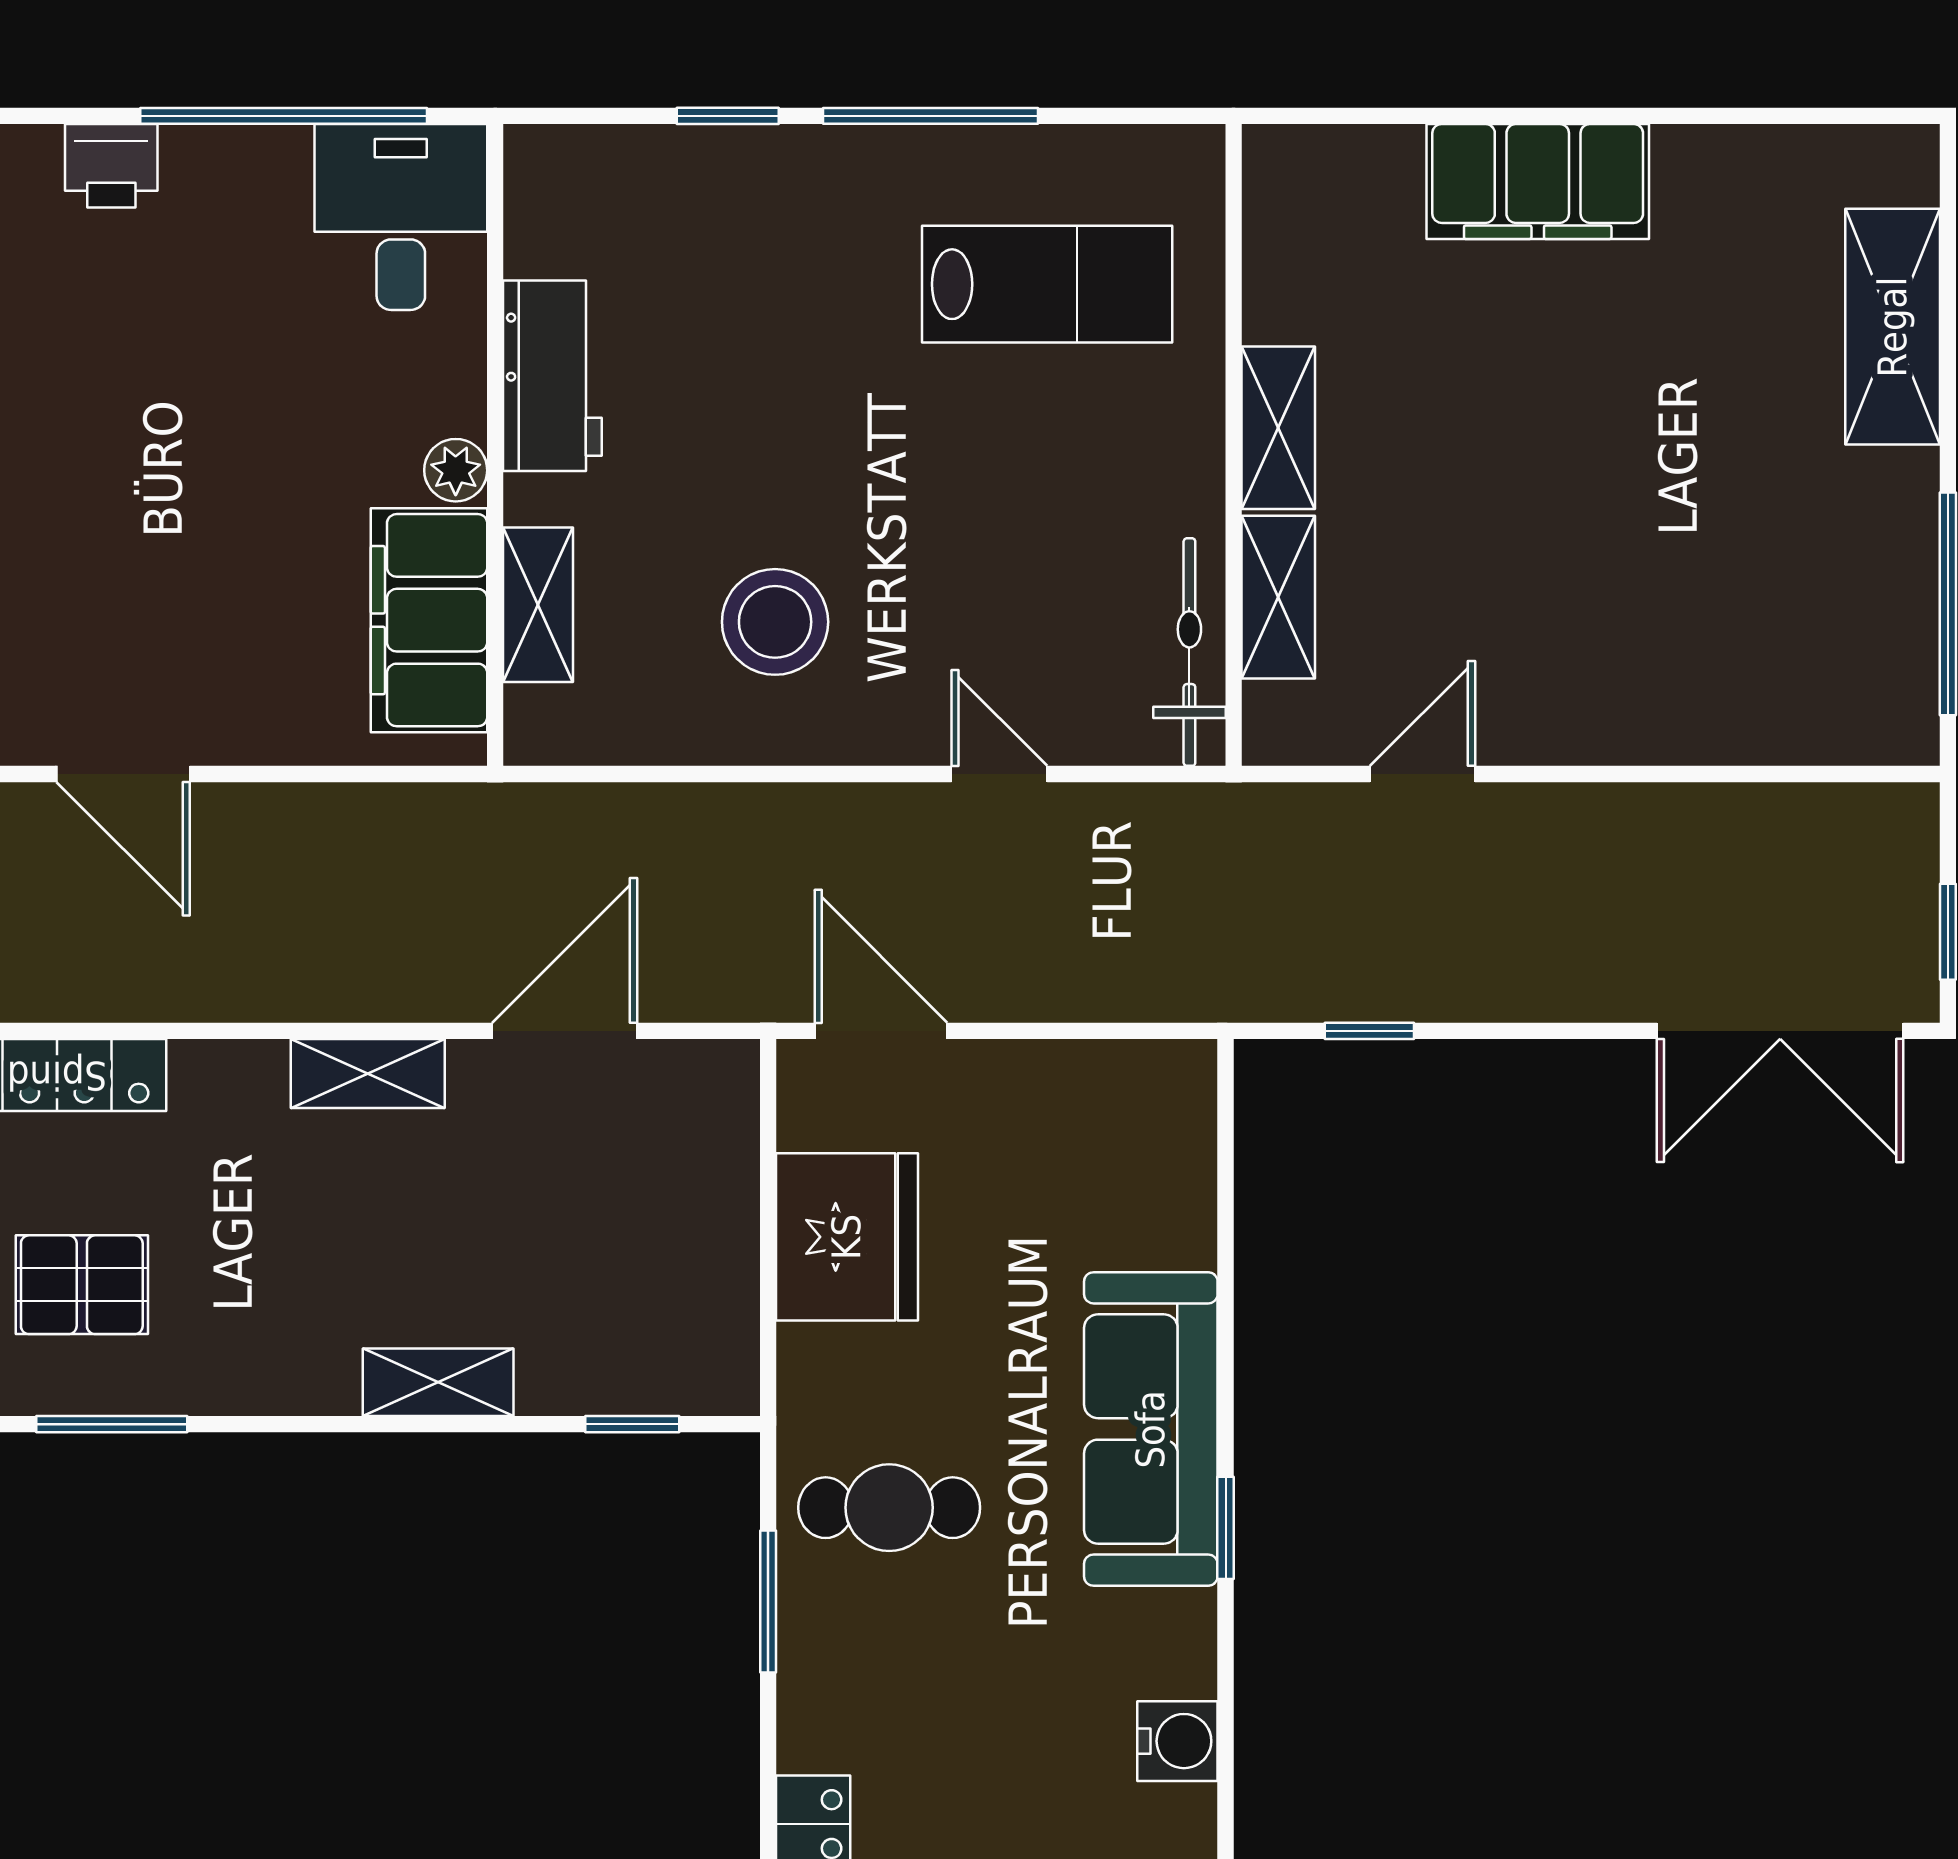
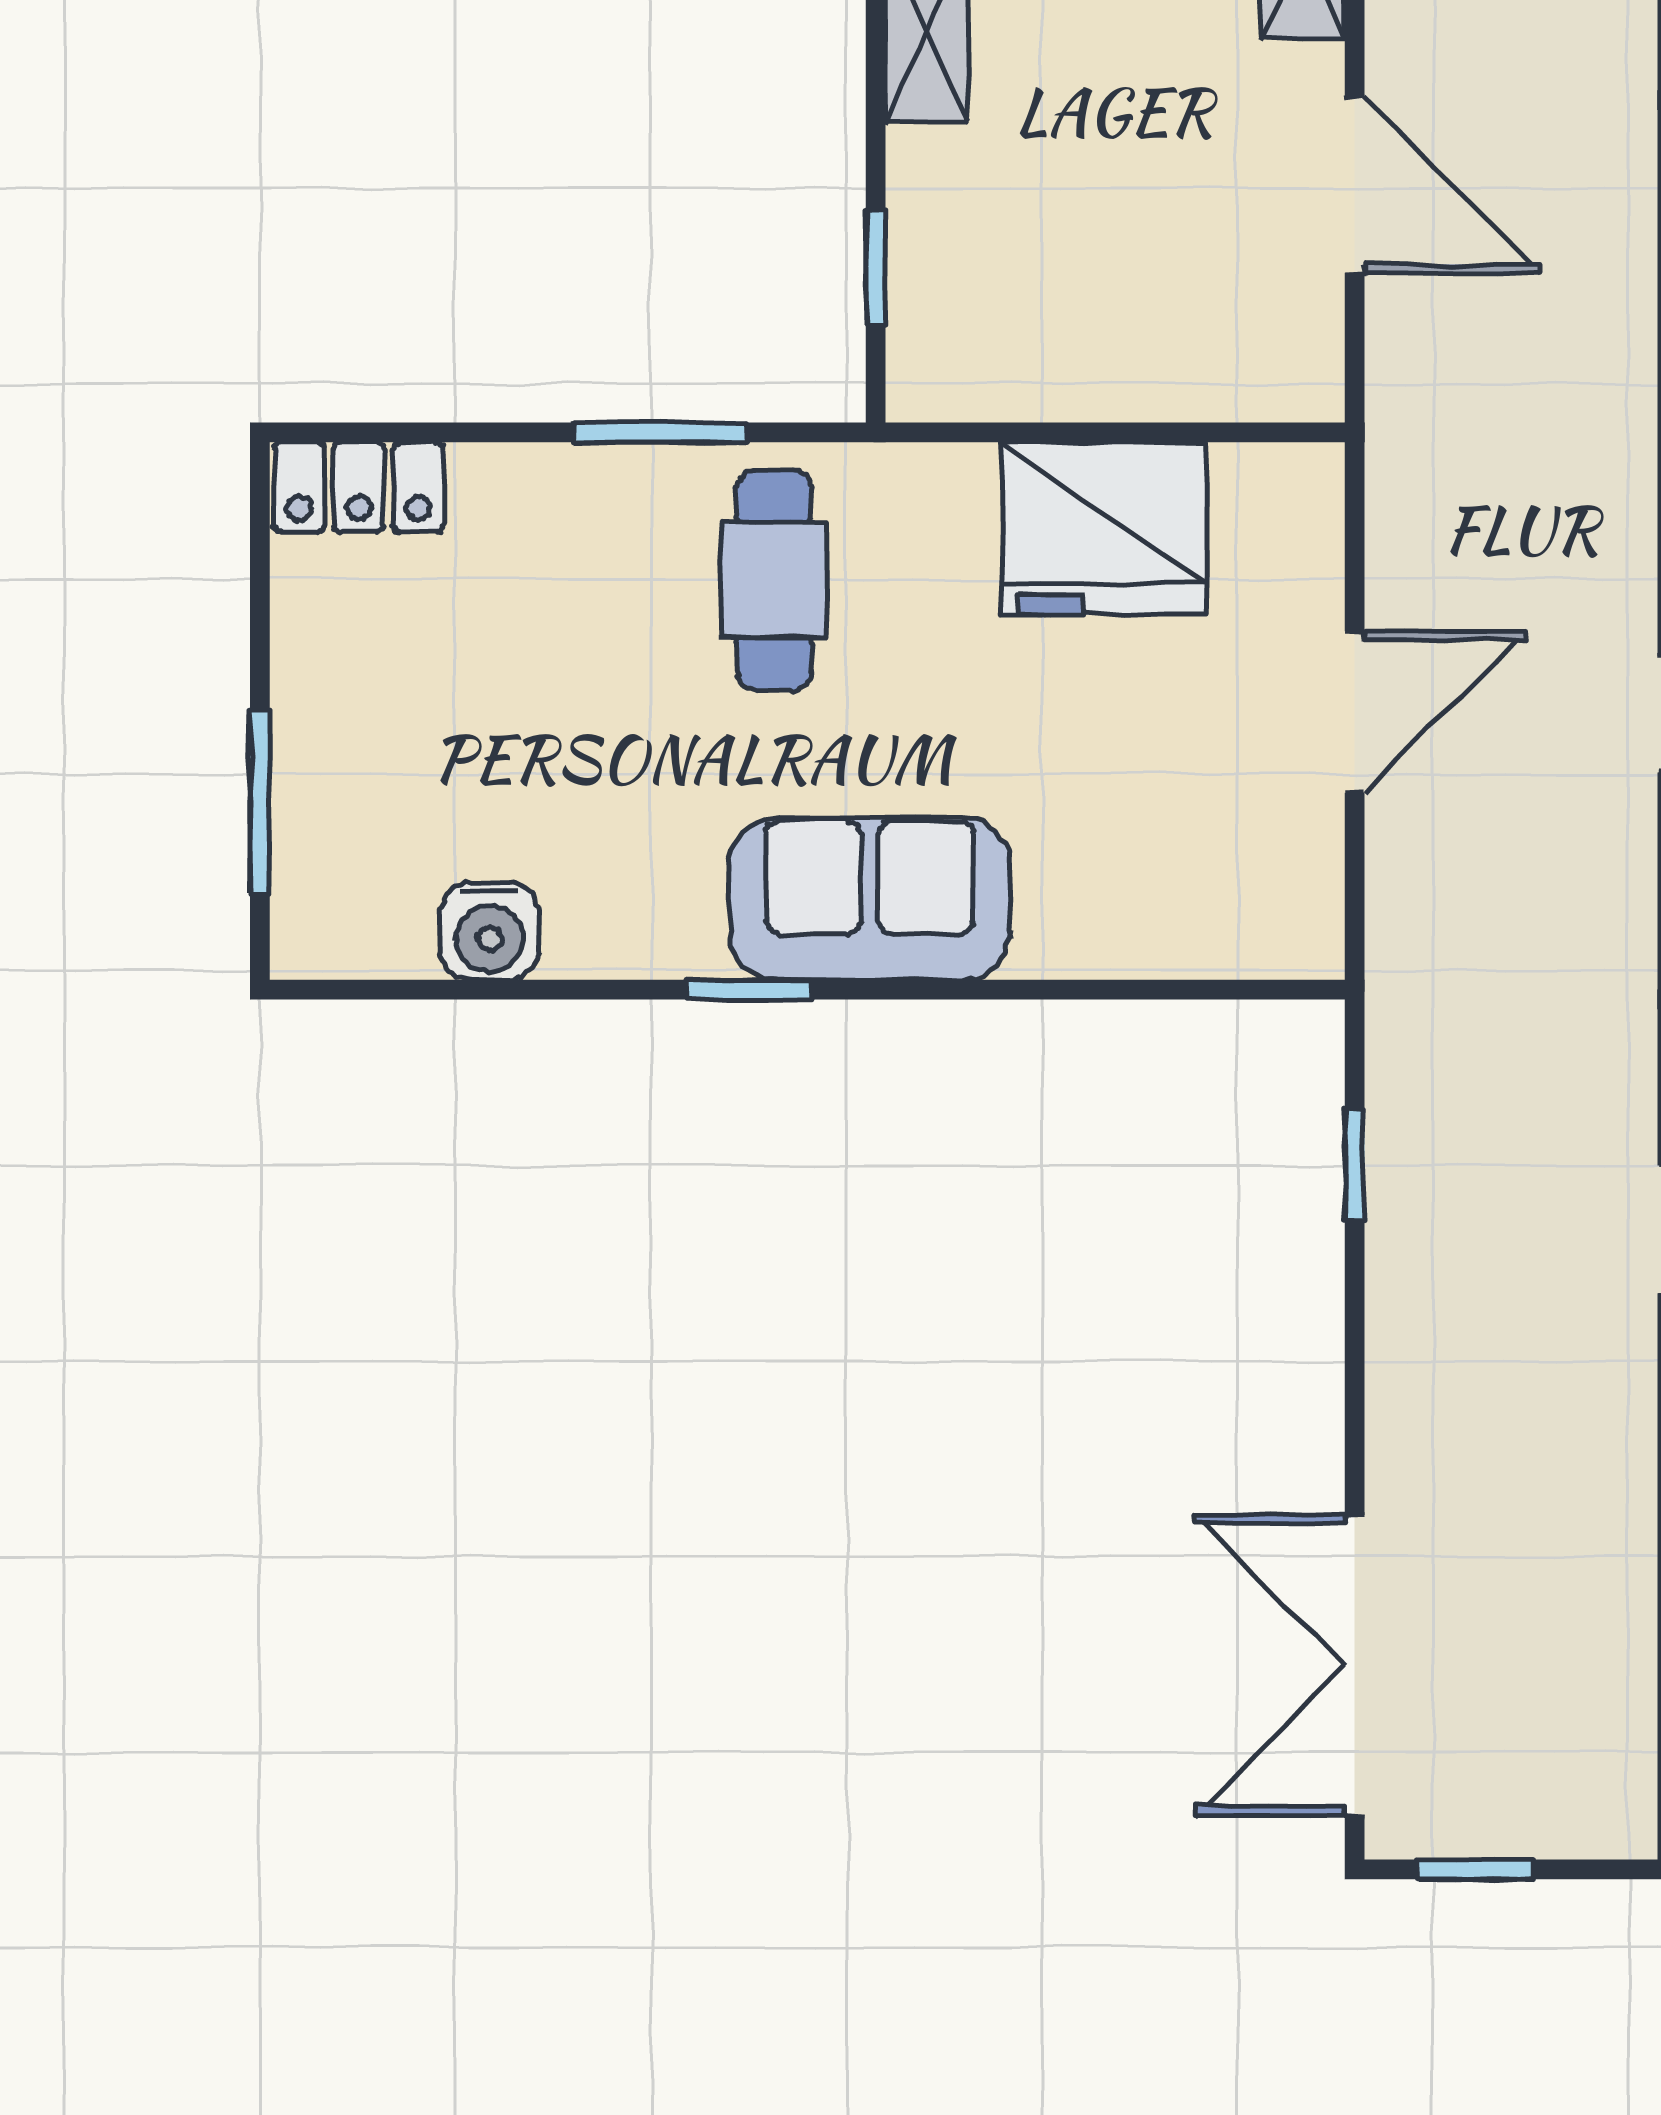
door: (881, 1031) -> (1355, 712), moved
sofa: (1151, 1429) -> (870, 899), width x0.73

